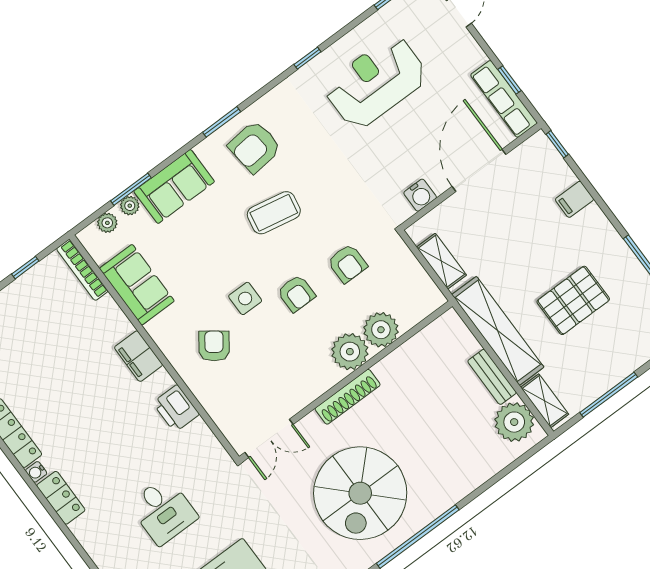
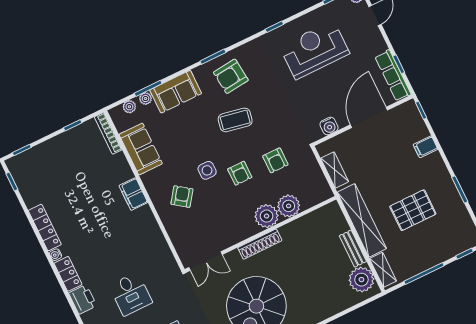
printer: (176, 408) -> (83, 299), moved, turned 180

